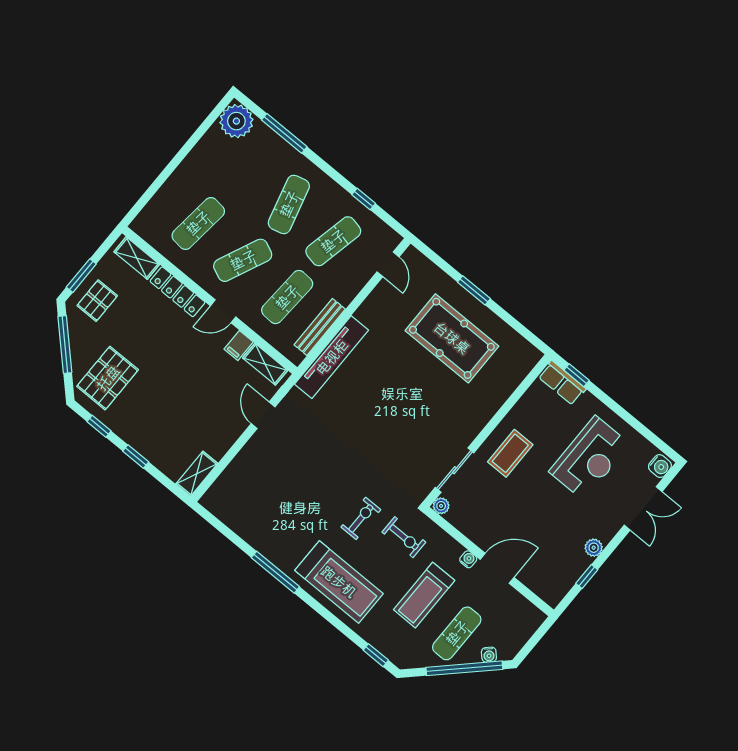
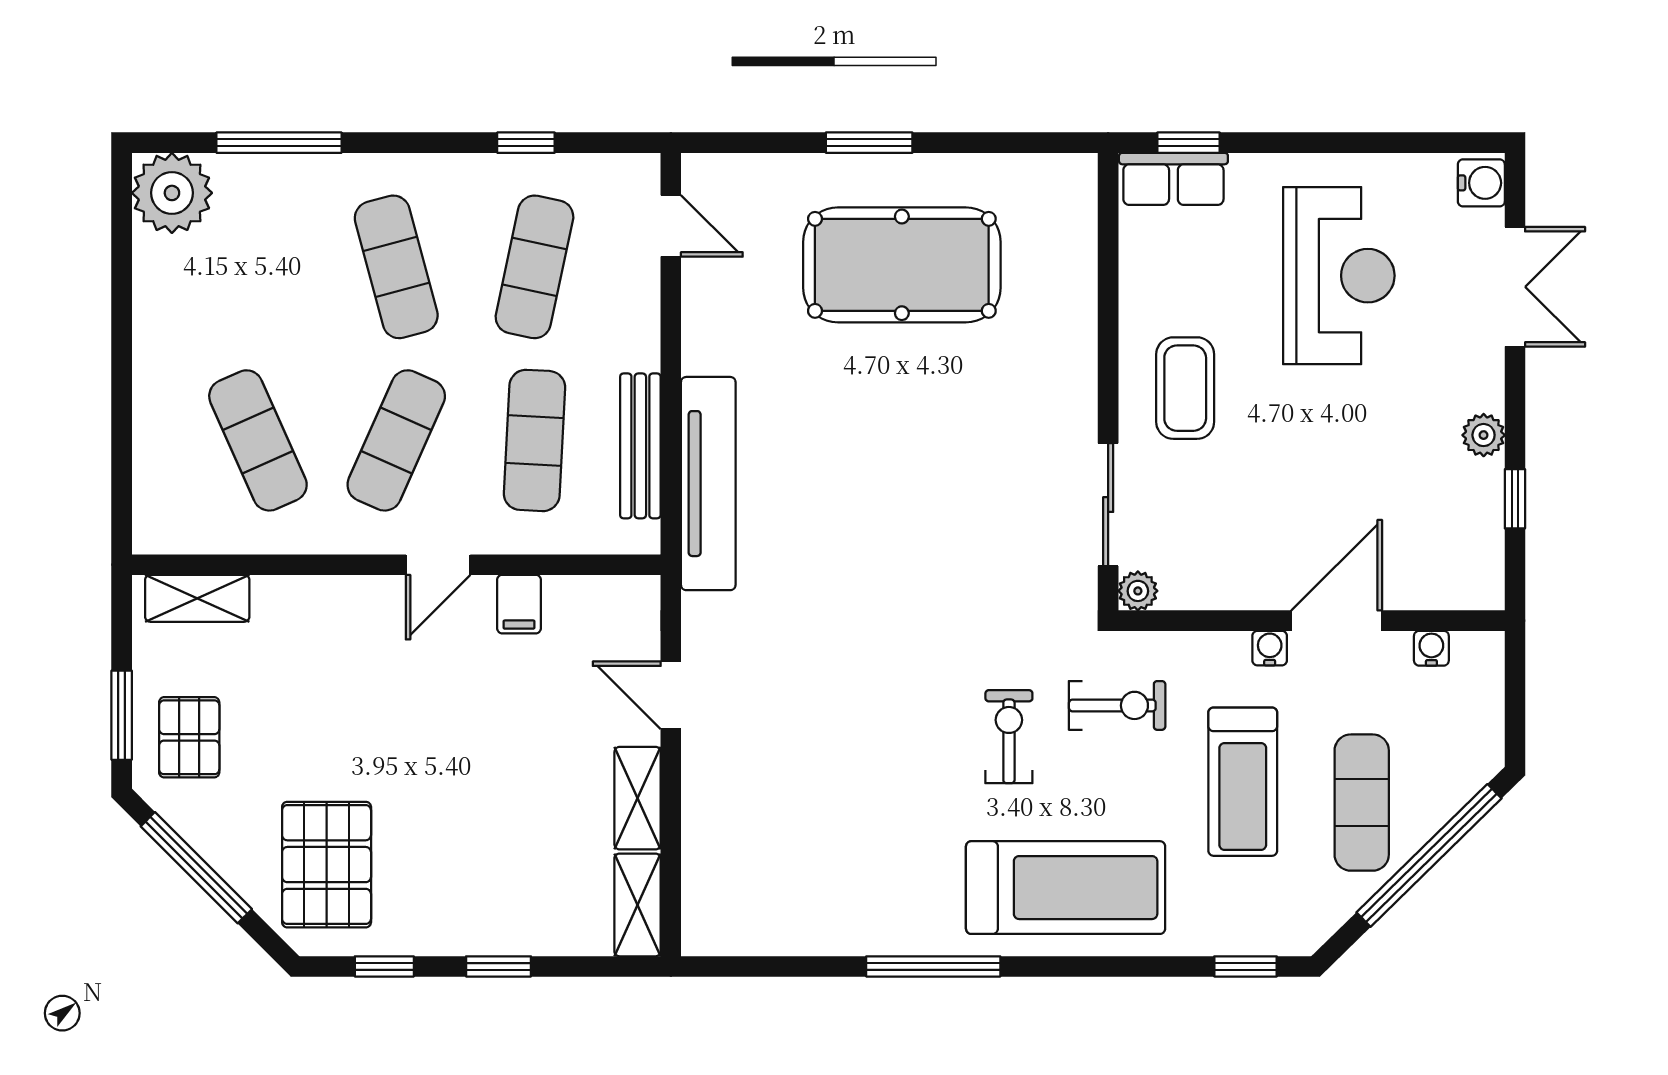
exercise mat: (198, 223) -> (258, 440), turned -30
locker: (178, 292) -> (324, 598), removed
shelving: (265, 364) -> (638, 798), moved, turned 90
water cooler: (489, 655) -> (1431, 648), moved, turned -136

